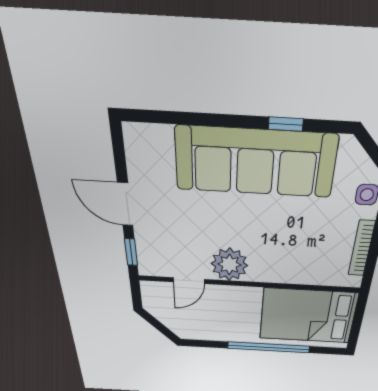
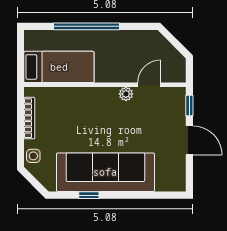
plant: (229, 264) -> (126, 94), width x0.53, depth x0.53
bed: (308, 316) -> (59, 67), width x0.67

